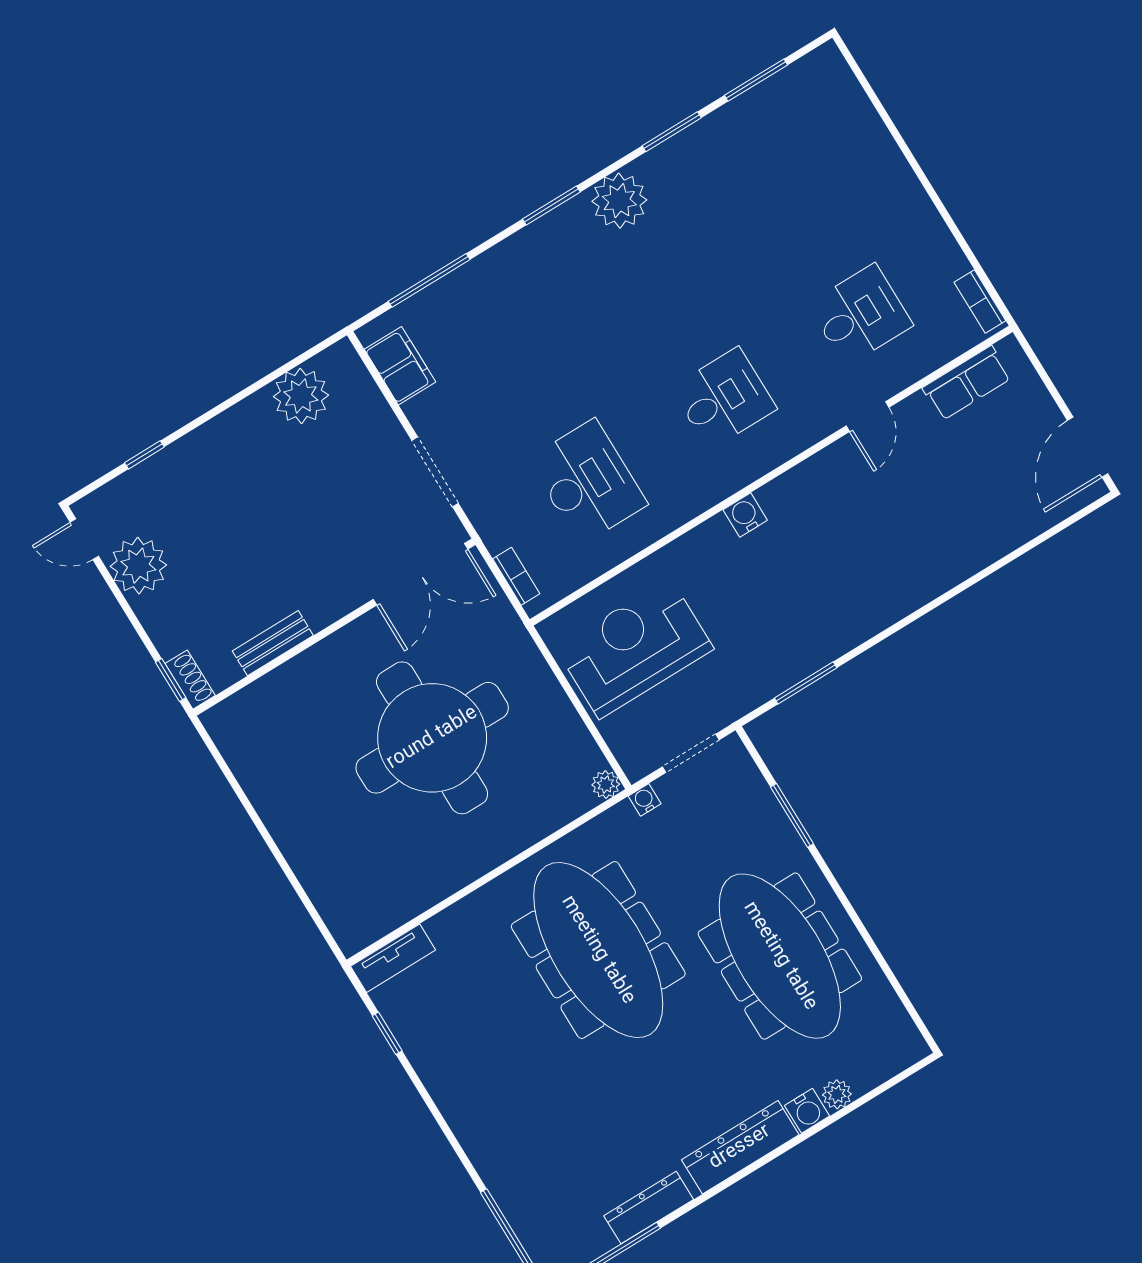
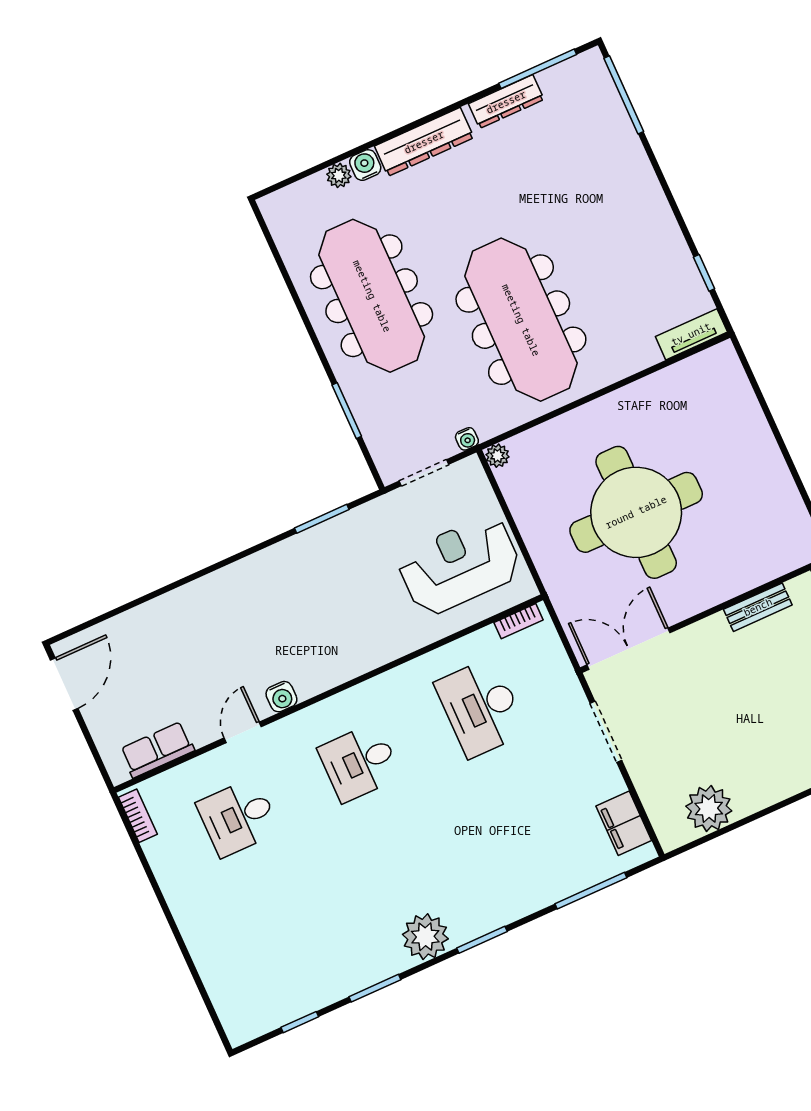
window: (756, 80) -> (300, 1022), width x0.67
water cooler: (745, 515) -> (281, 697), moved
bookcase: (516, 576) -> (518, 621), moved, turned -90
reception desk: (635, 648) -> (459, 565), turned 180

